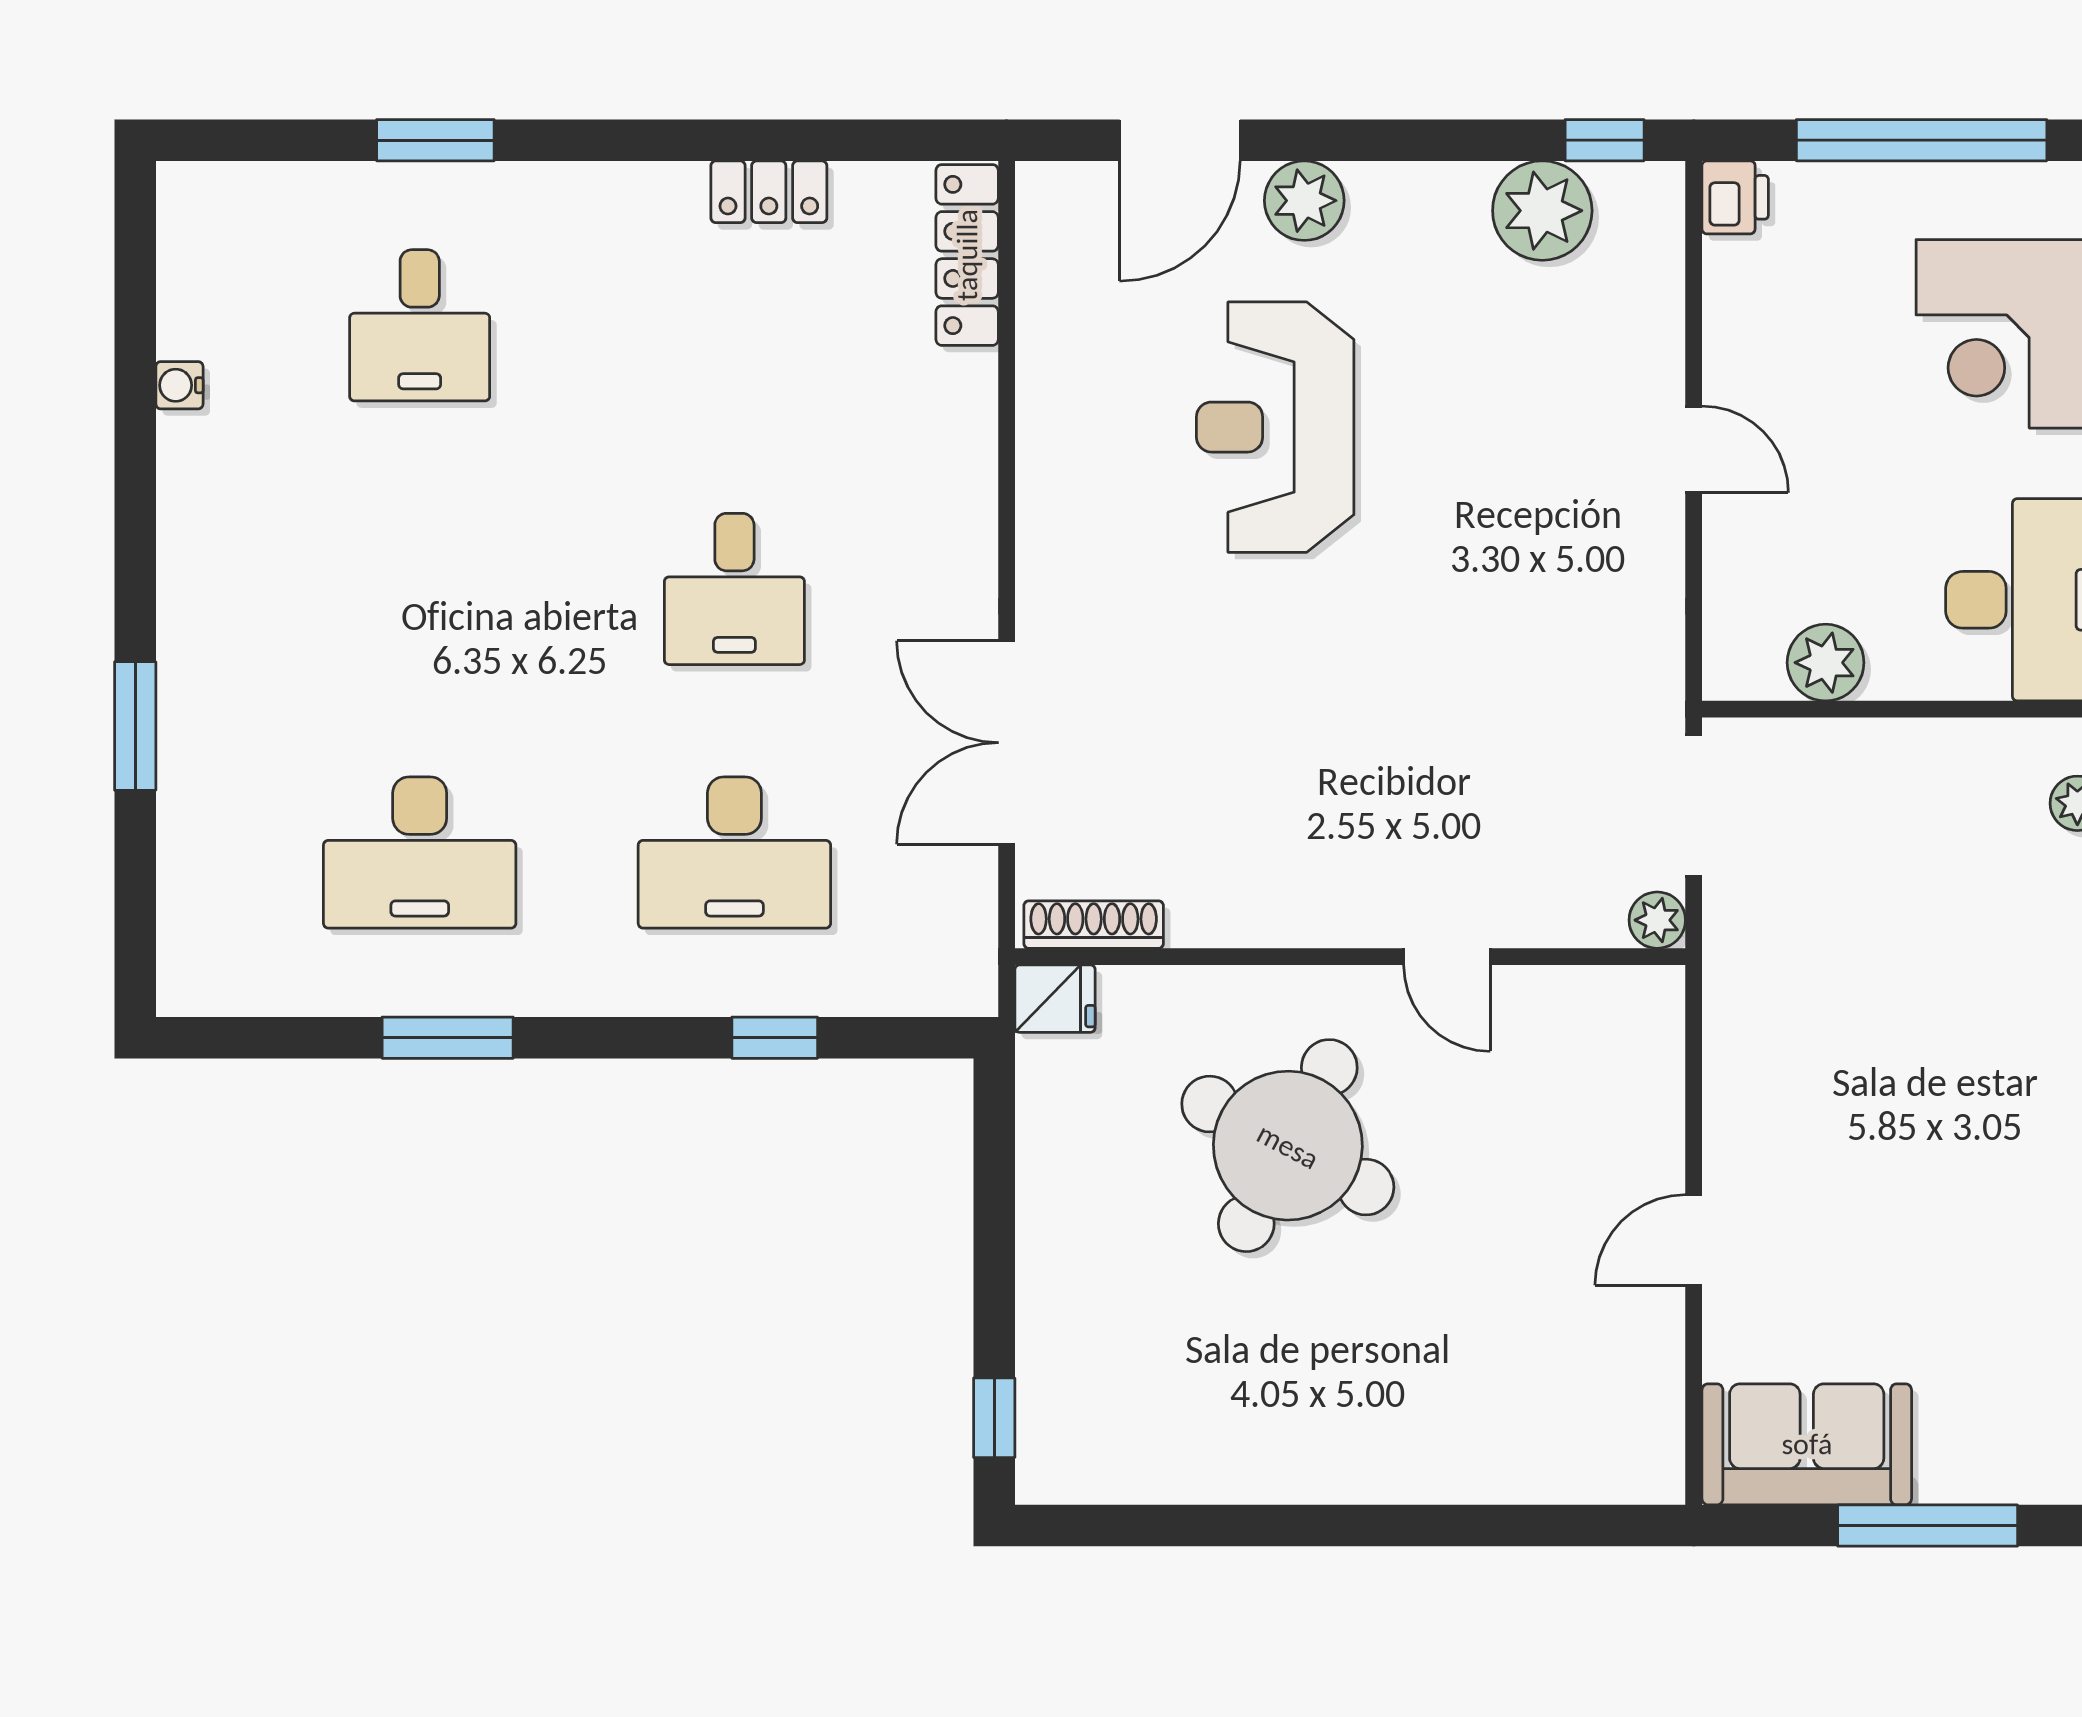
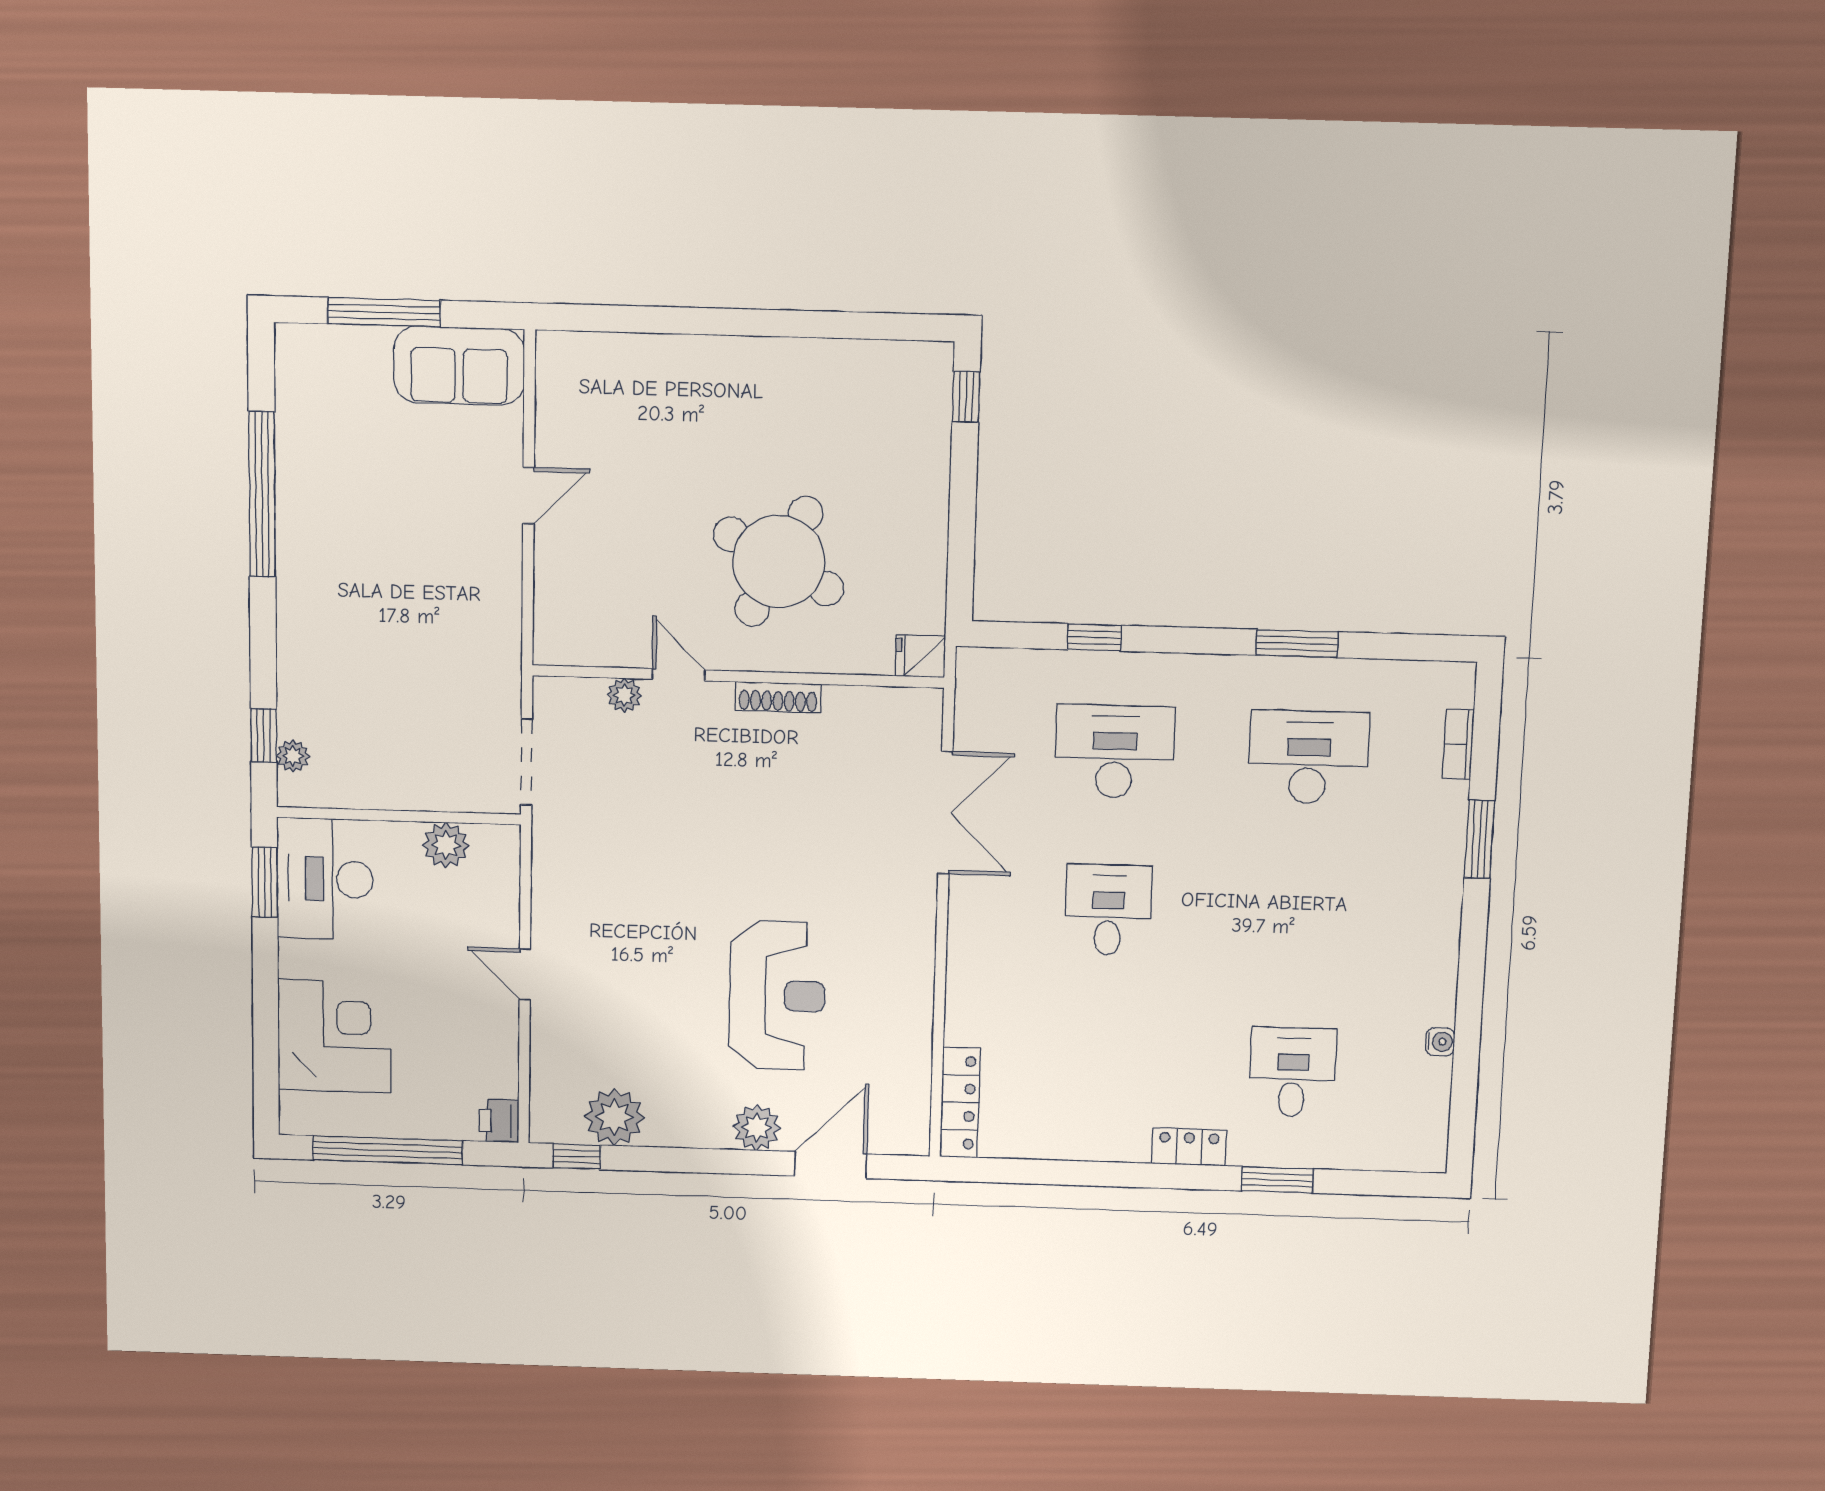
locker: (769, 192) -> (1189, 1147), moved
bookcase: (179, 882) -> (1458, 744), added
plant: (1657, 920) -> (624, 695), moved
shoe rack: (1094, 925) -> (778, 697), moved

